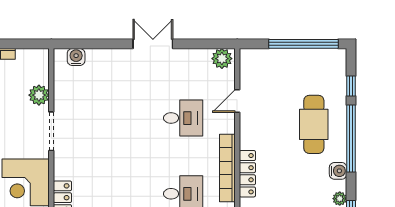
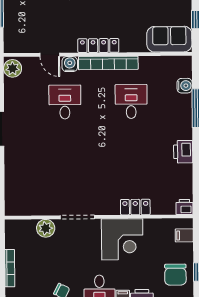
water cooler: (76, 57) -> (70, 64), moved, turned 90
locker: (247, 174) -> (98, 46), moved

